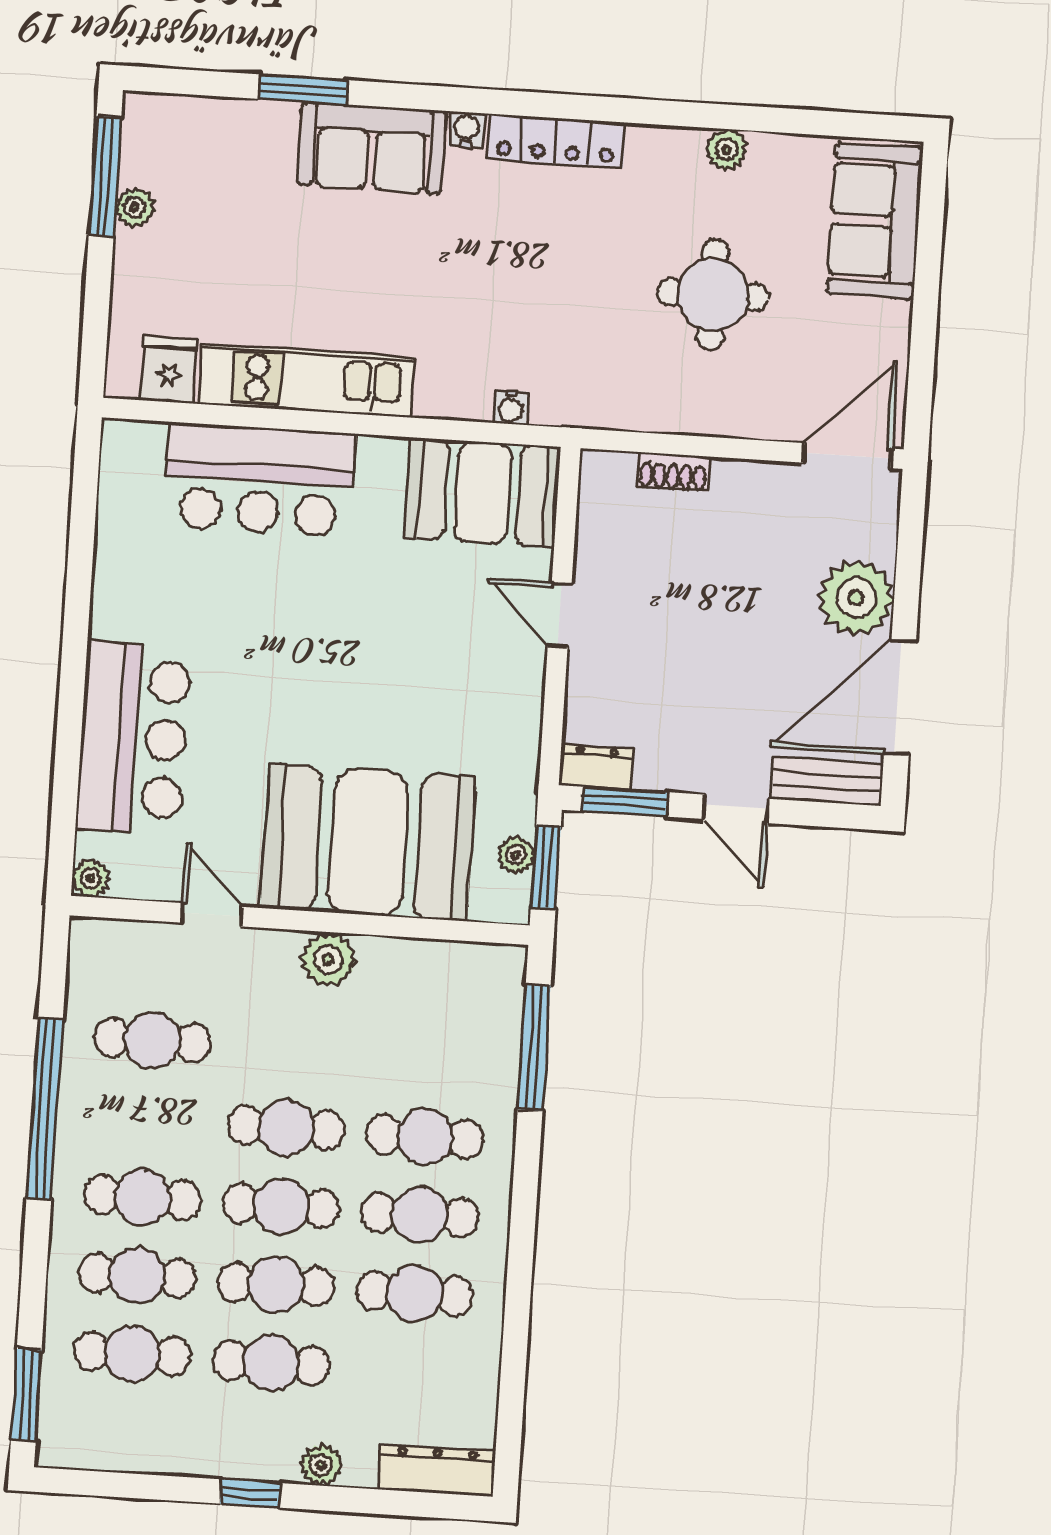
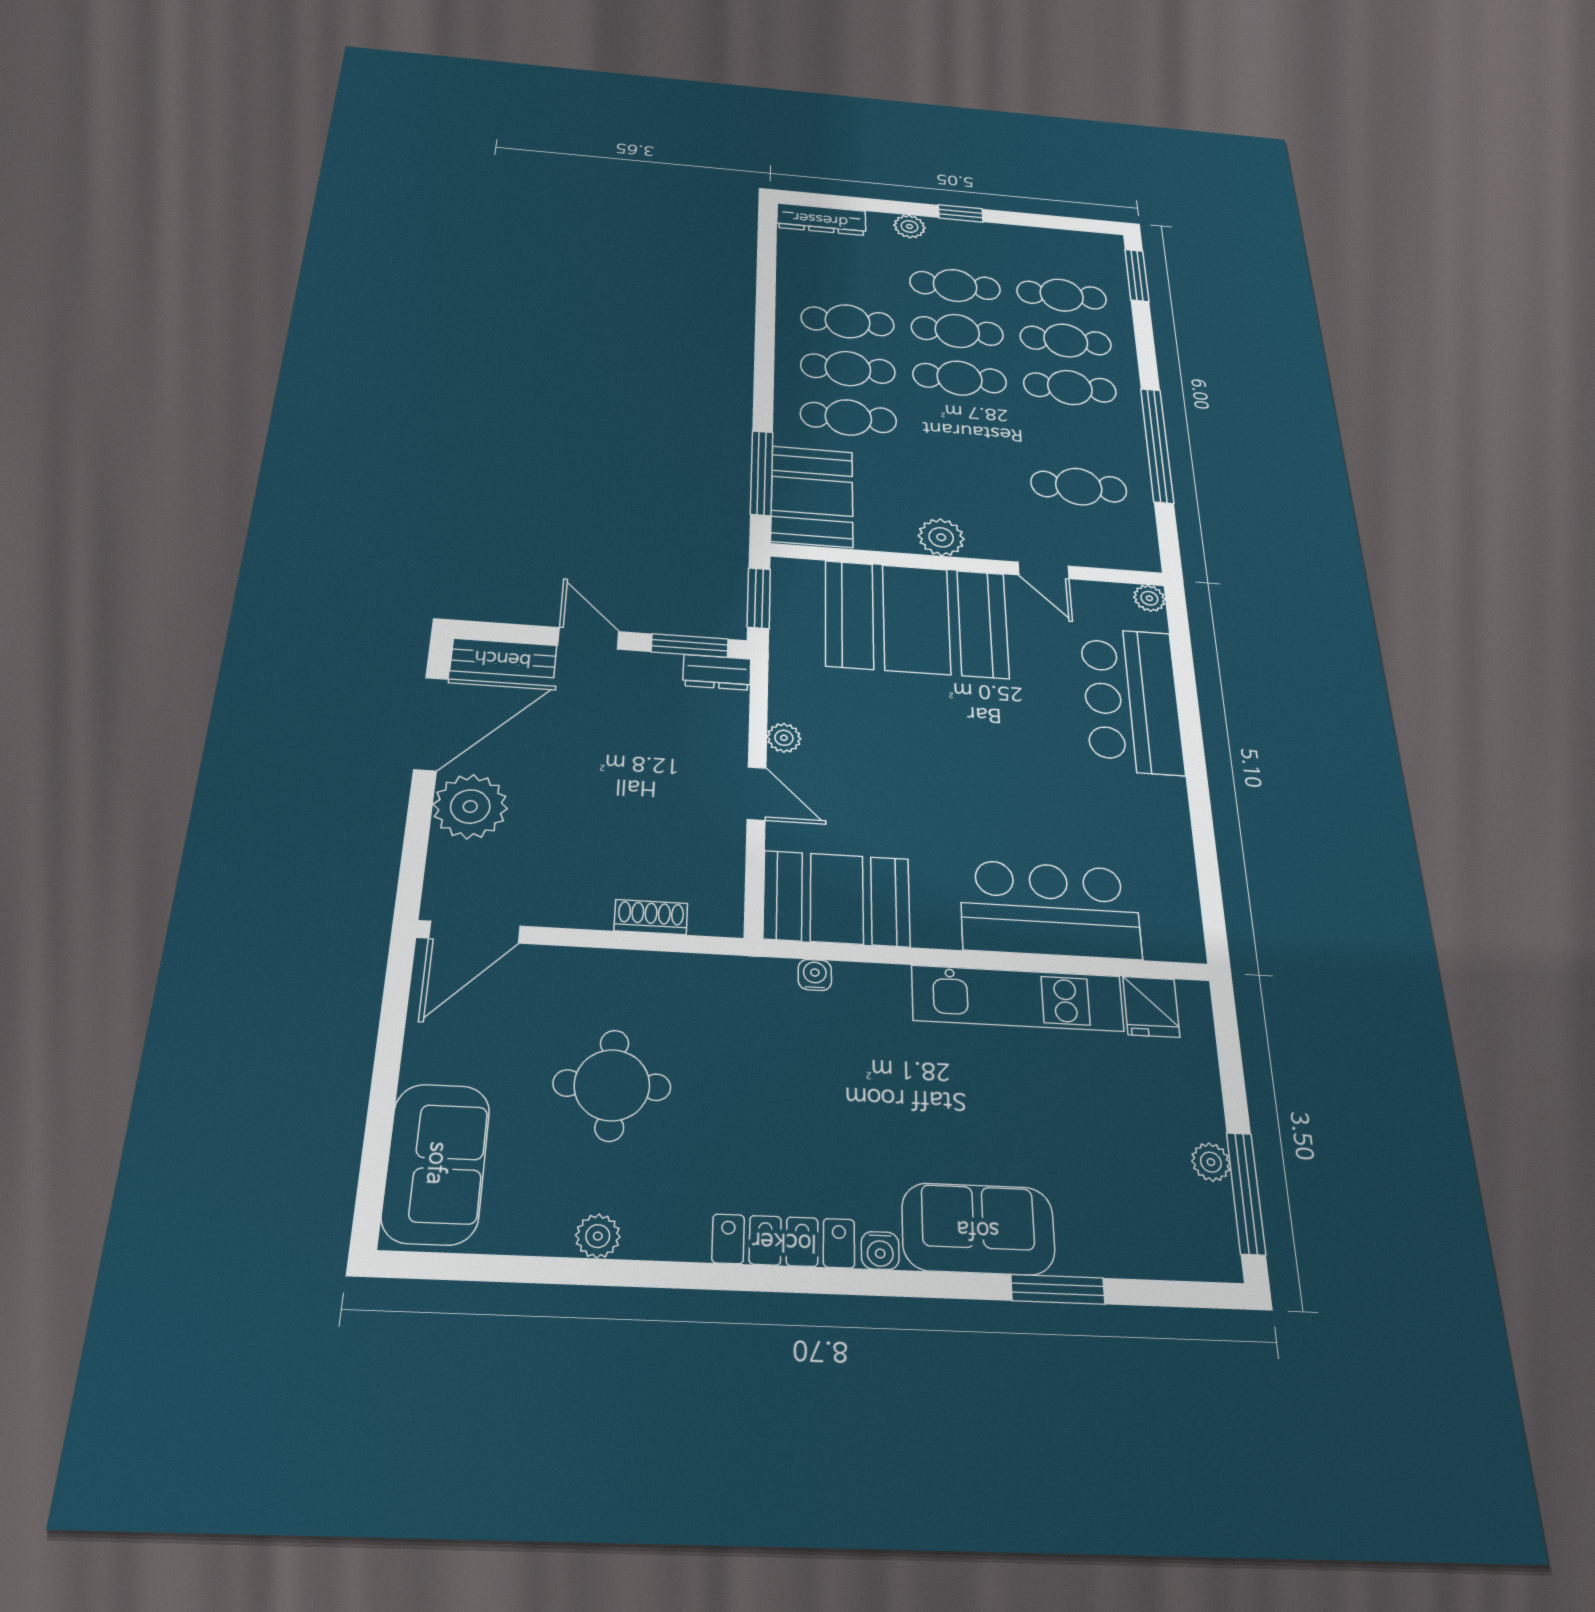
plant: (516, 855) -> (784, 738), moved
booth: (476, 1015) -> (812, 496), added
cafe table: (286, 1128) -> (962, 427), removed

